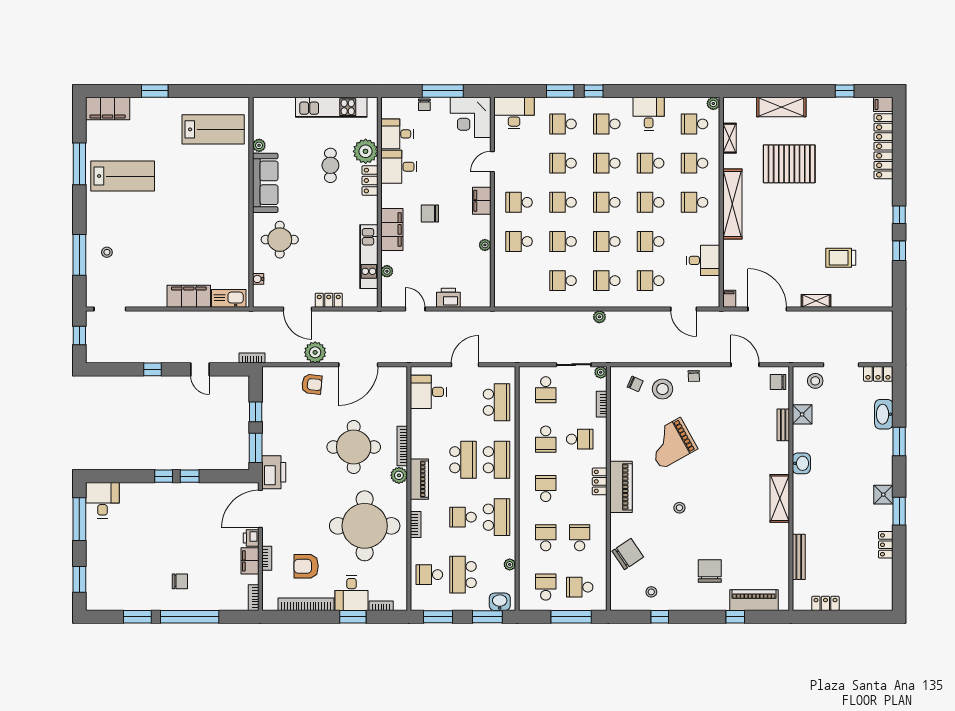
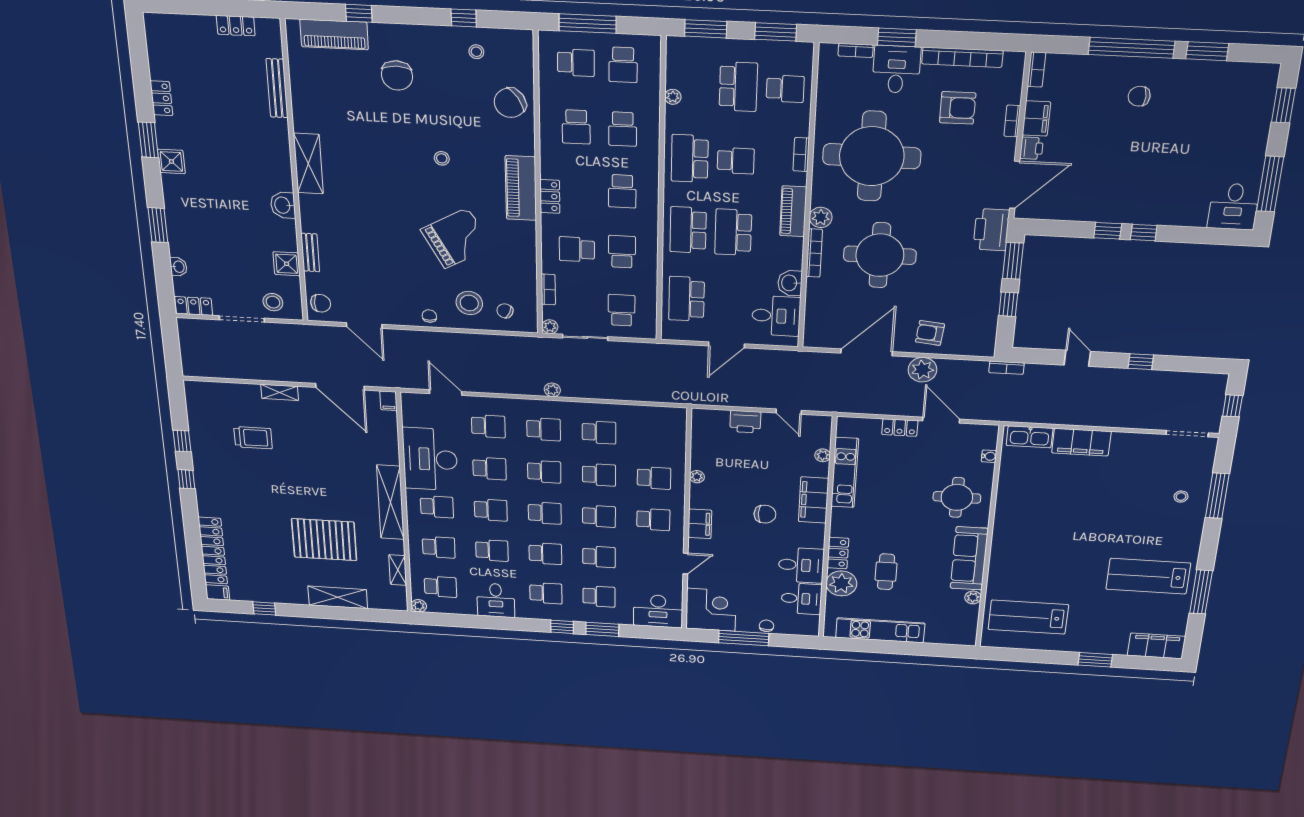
desk: (703, 260) -> (430, 459), width x1.87, depth x1.30
washbasin: (884, 414) -> (178, 267), width x0.52, depth x0.69
washbasin: (500, 602) -> (790, 283), moved, turned 90

